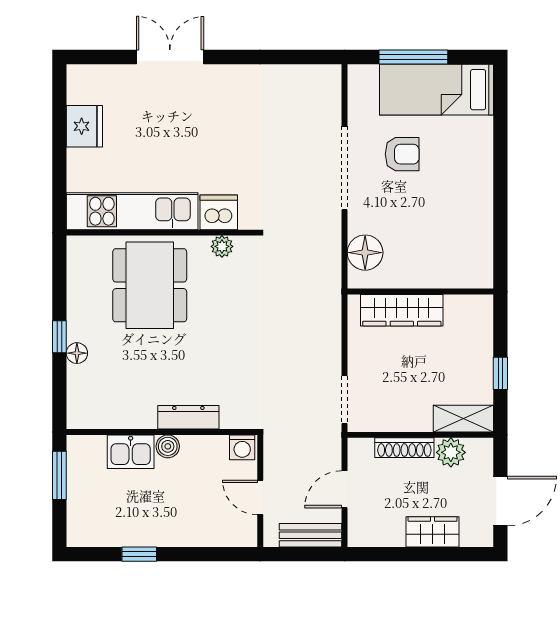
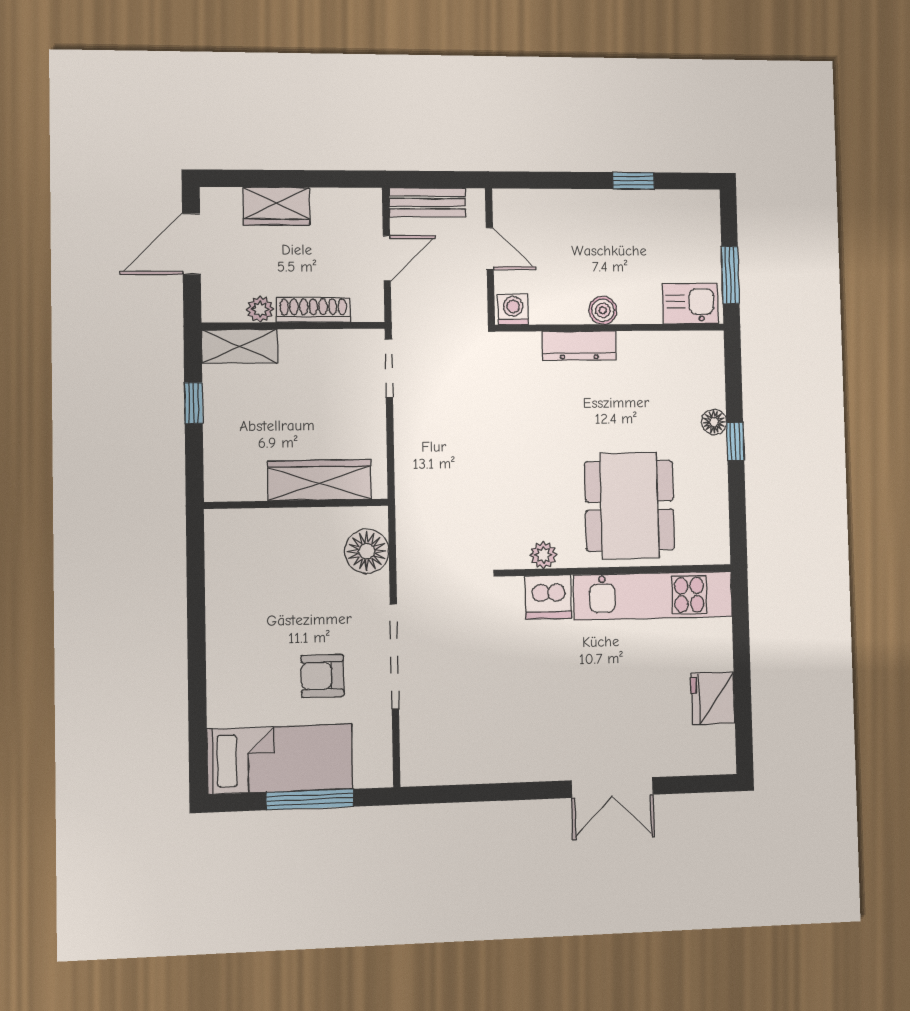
kitchen sink: (131, 452) -> (690, 303), moved
plant: (451, 452) -> (260, 309), width x0.73, depth x0.73

